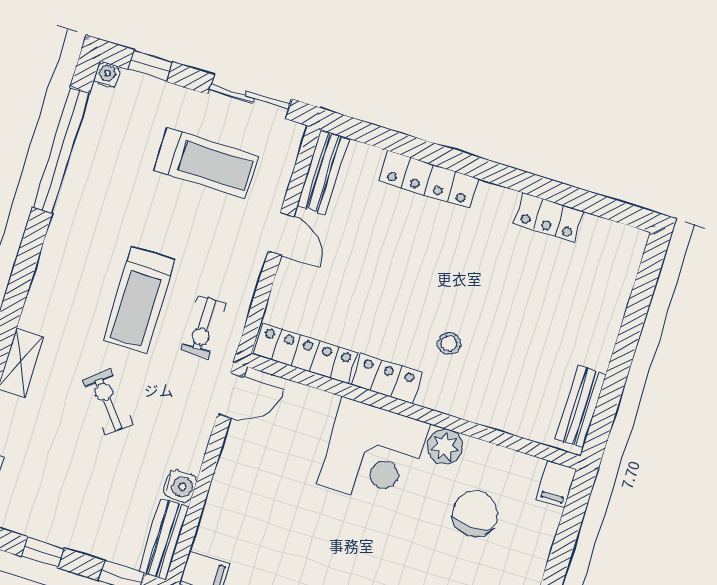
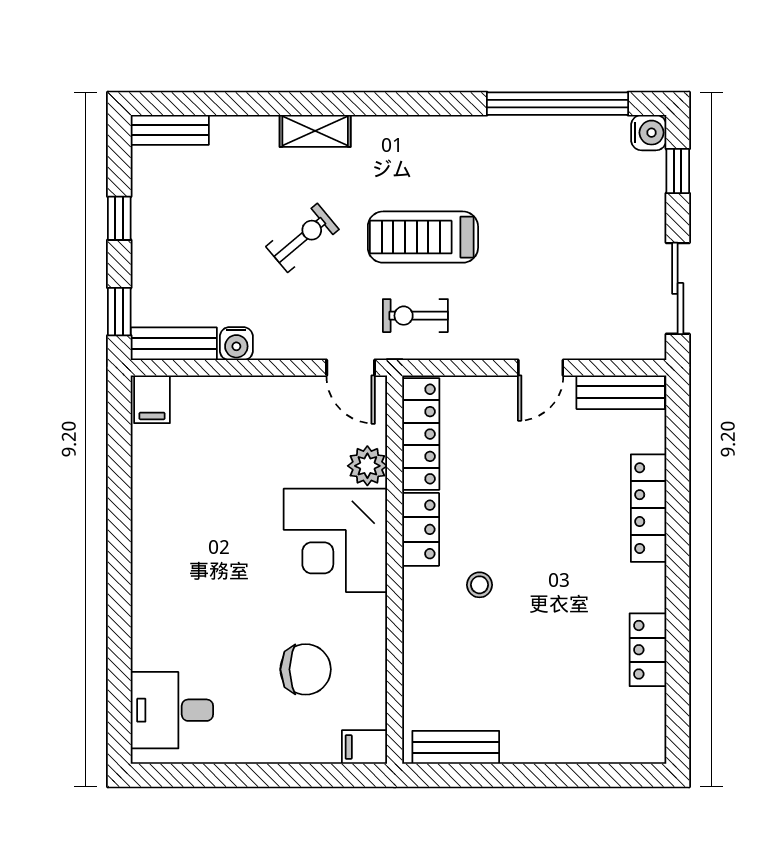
water cooler: (107, 75) -> (649, 133), width x1.38, depth x1.38
treadmill: (206, 163) -> (592, 264), removed
plant: (445, 446) -> (367, 466), moved

